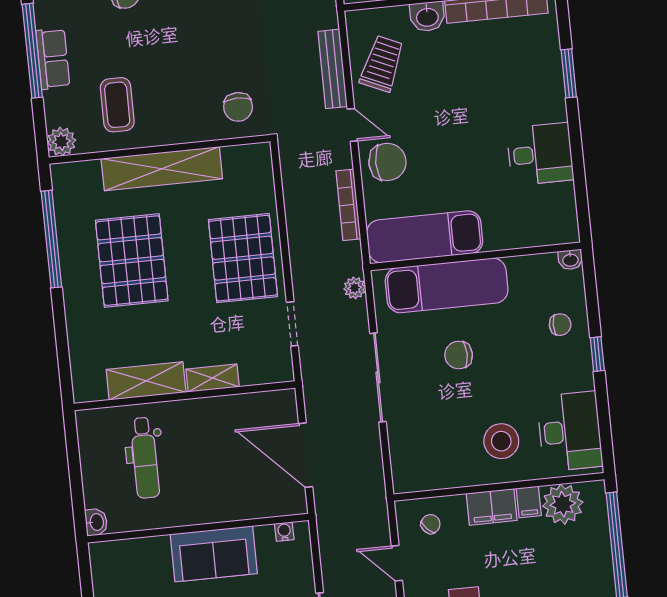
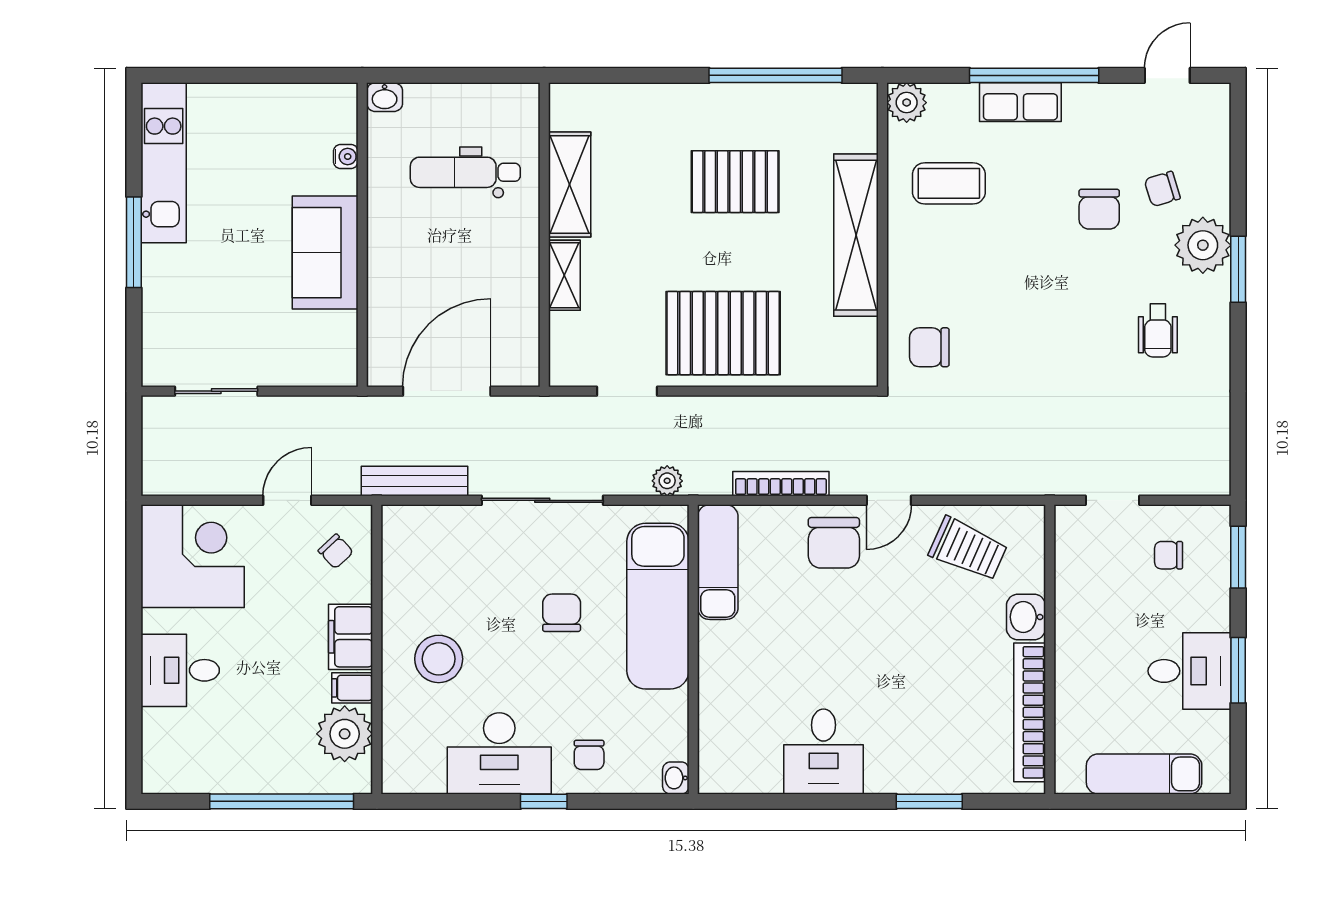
bench: (333, 69) -> (414, 481), moved
exam couch: (425, 237) -> (718, 562), width x0.73, depth x0.69
pallet: (132, 261) -> (735, 182), width x0.73, depth x0.71
desk: (570, 431) -> (499, 753), moved
water cooler: (284, 532) -> (346, 157), moved

